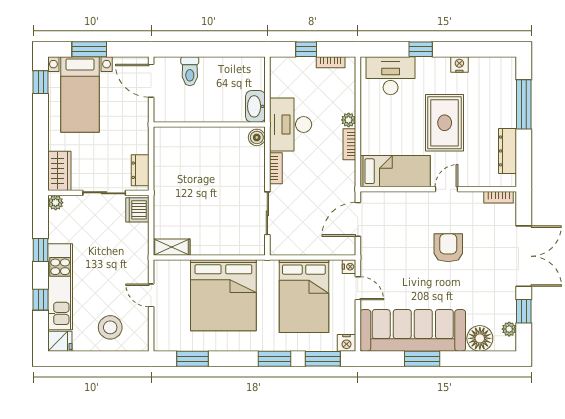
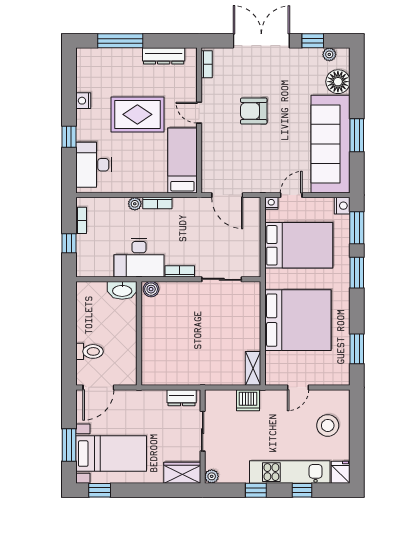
dishwasher: (137, 210) -> (248, 400), moved

